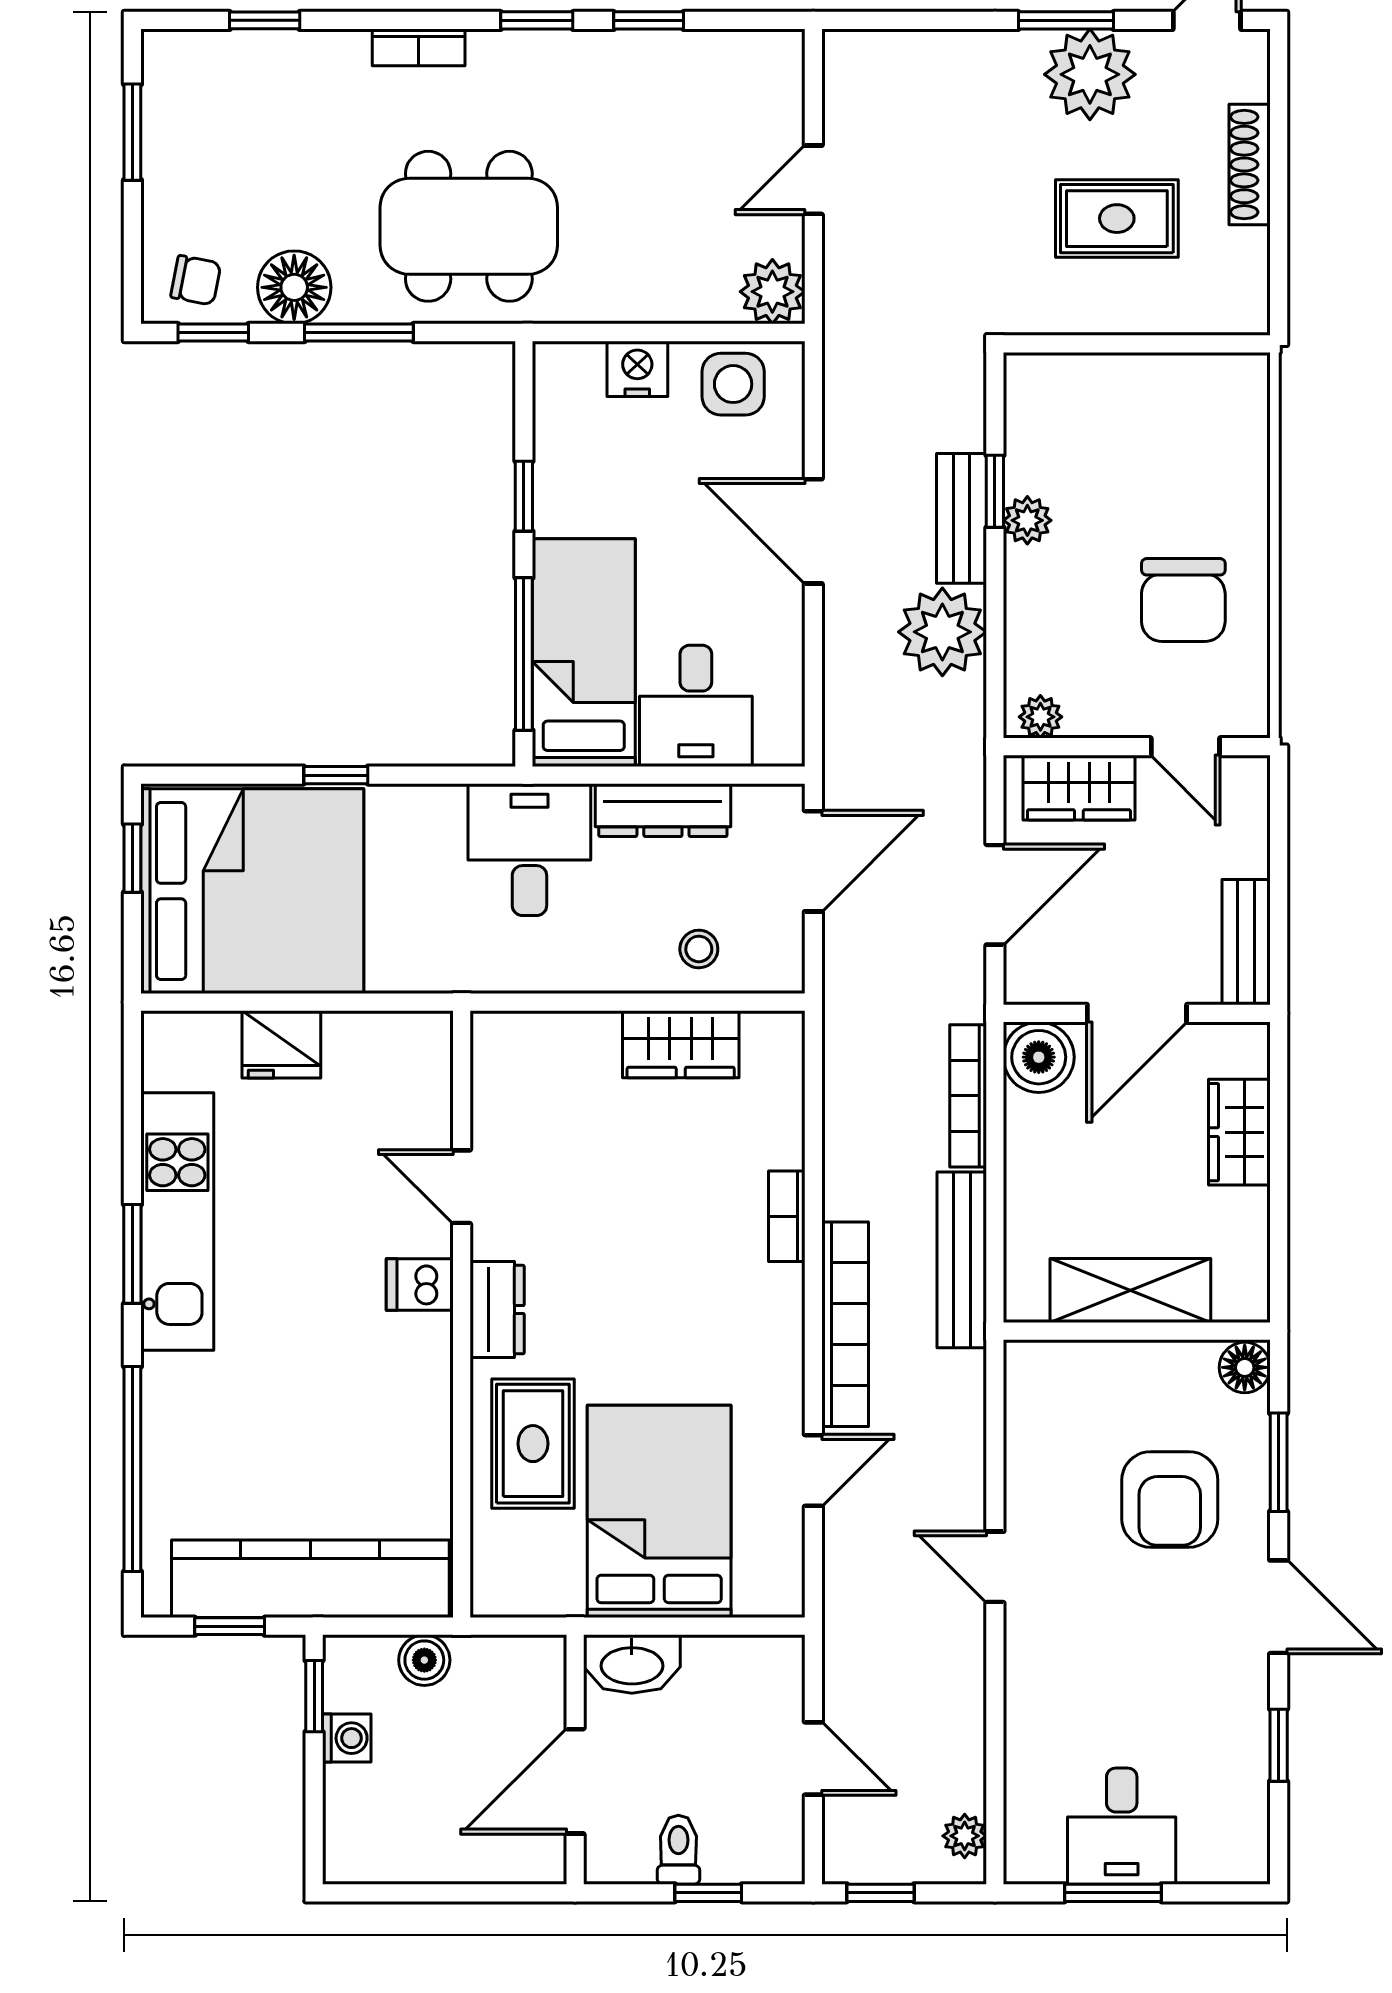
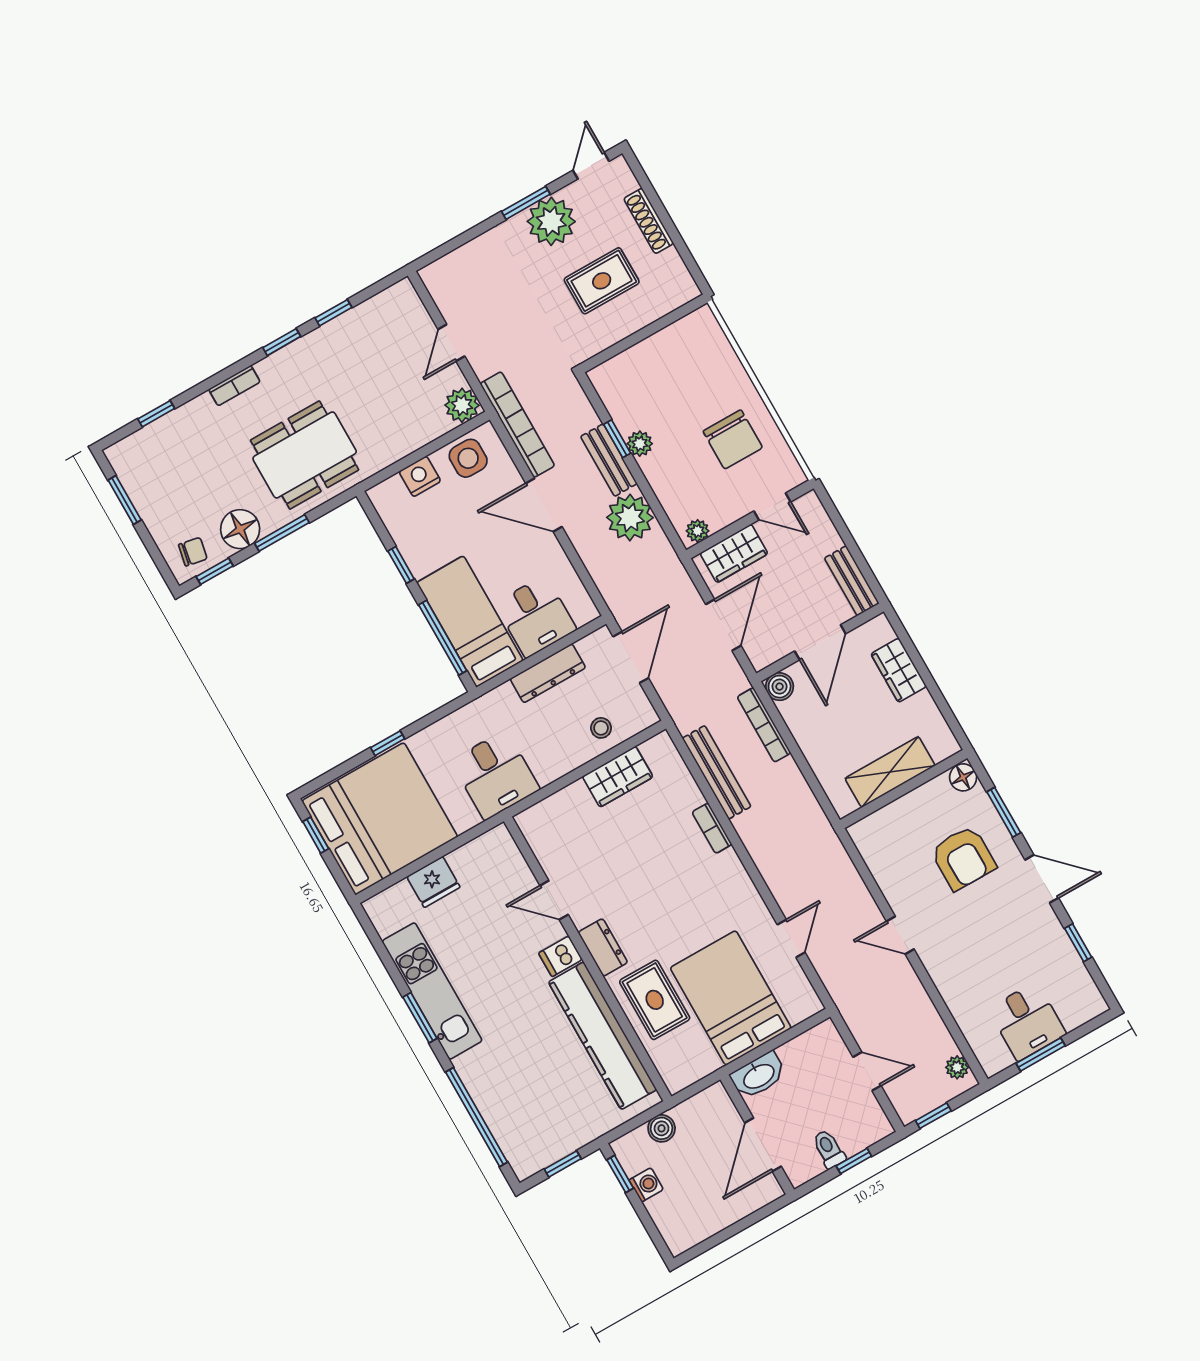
desk: (529, 850) -> (495, 775), moved, turned 180
boiler: (1039, 1057) -> (780, 687), width x0.73, depth x0.73
bench: (962, 1260) -> (717, 772), moved
bookcase: (845, 1324) -> (517, 425), moved
kitchen counter: (310, 1579) -> (602, 1036), moved, turned -90

